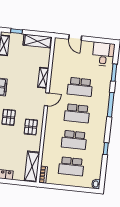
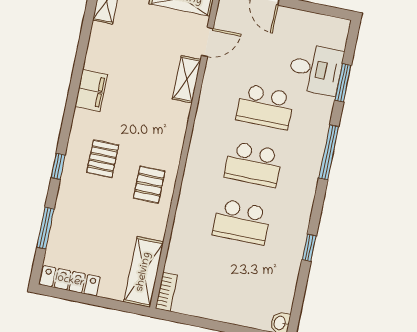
desk: (103, 54) -> (316, 69), moved, turned 90
door: (47, 99) -> (207, 42), moved
school desk: (71, 166) -> (230, 279), removed

